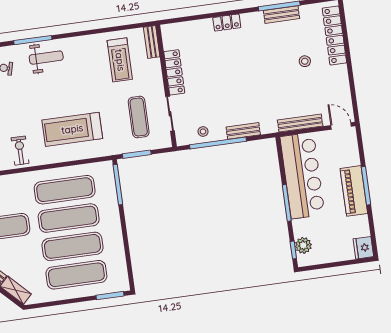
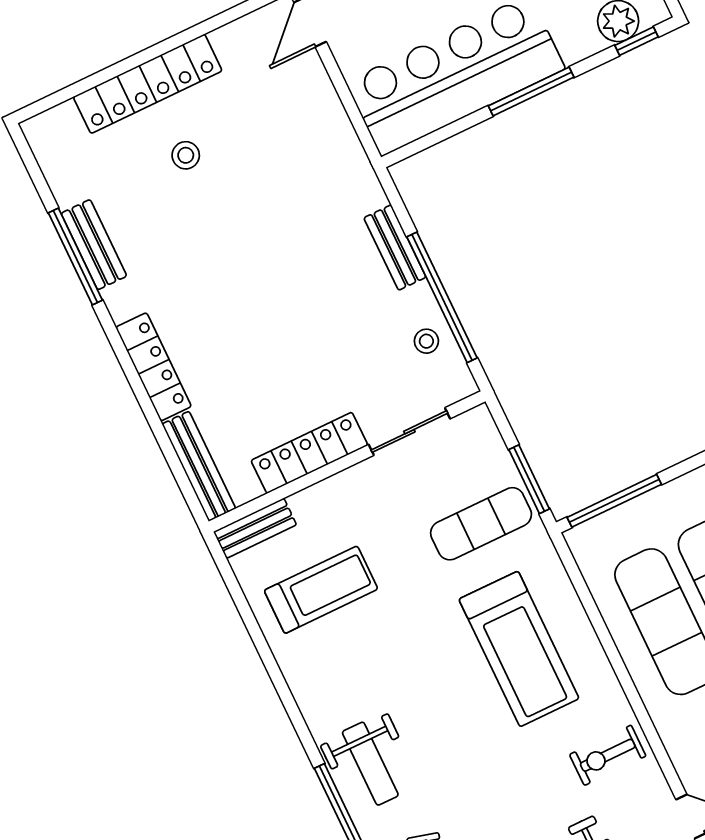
locker: (227, 23) -> (154, 367), width x1.53
locker: (334, 35) -> (148, 84), moved
weight bench: (46, 58) -> (370, 764), turned 180
exercise mat: (139, 117) -> (481, 524), moved
bench: (300, 123) -> (199, 466), moved

